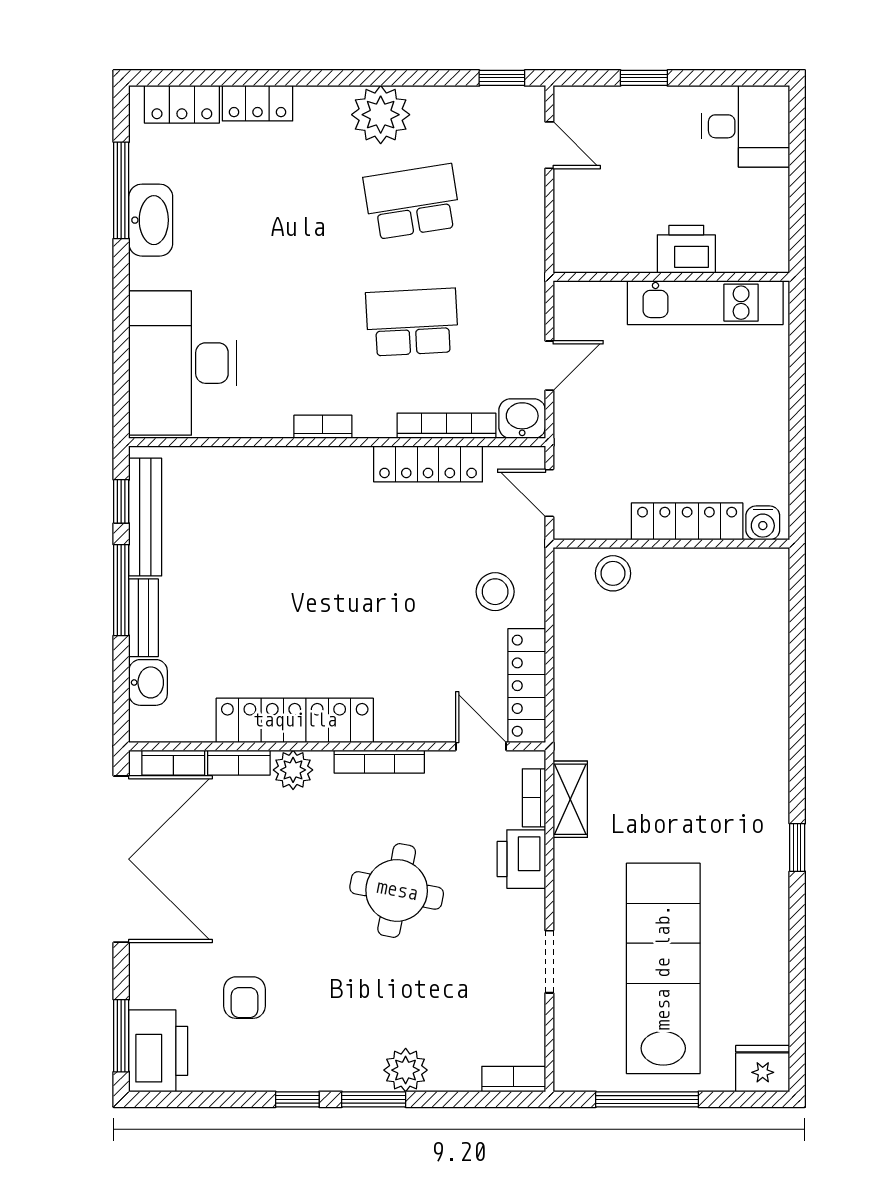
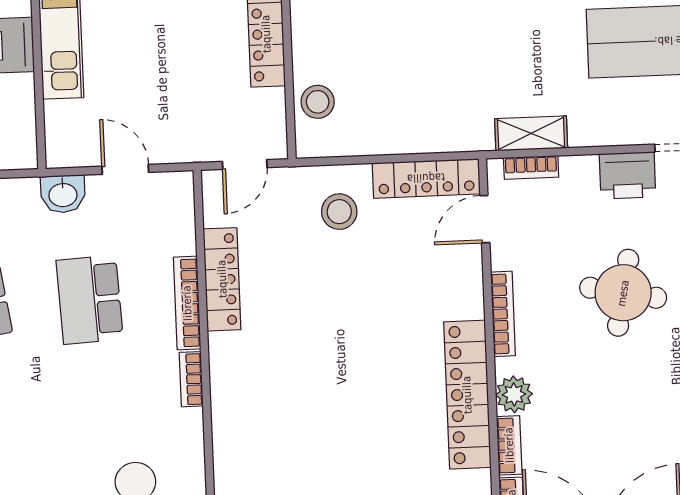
washbasin: (522, 419) -> (63, 194), moved, turned -90
bookcase: (446, 426) -> (187, 303), moved
printer: (521, 859) -> (627, 175), moved

